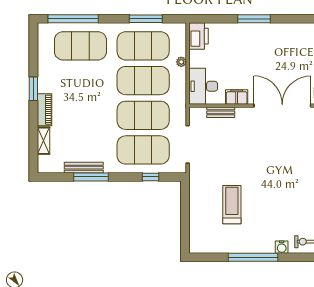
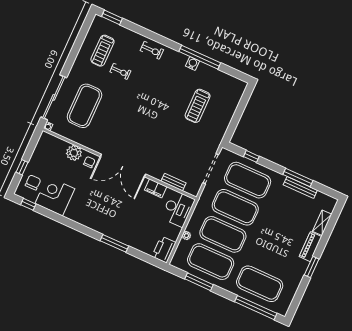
water cooler: (282, 247) -> (193, 63), moved

